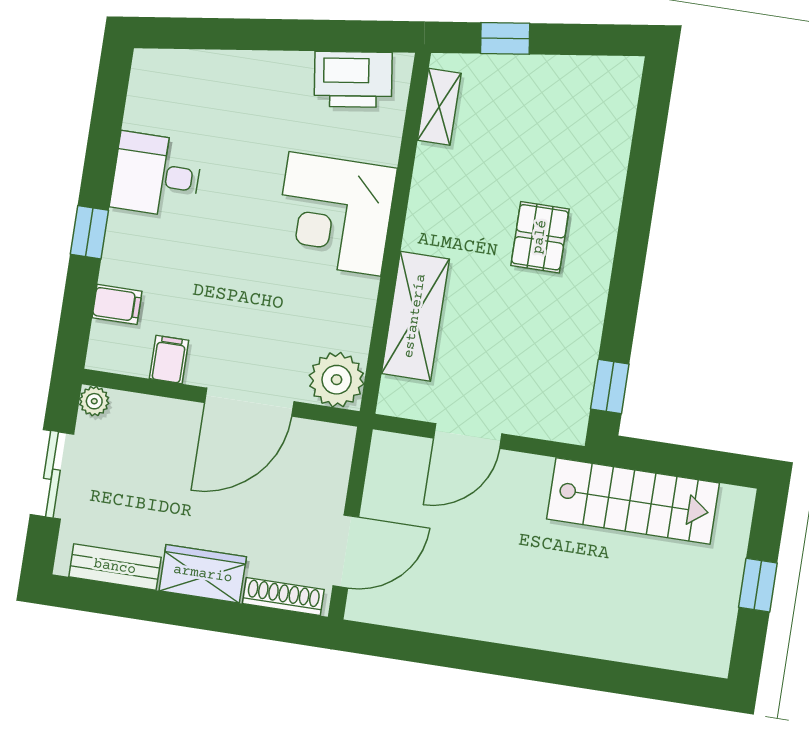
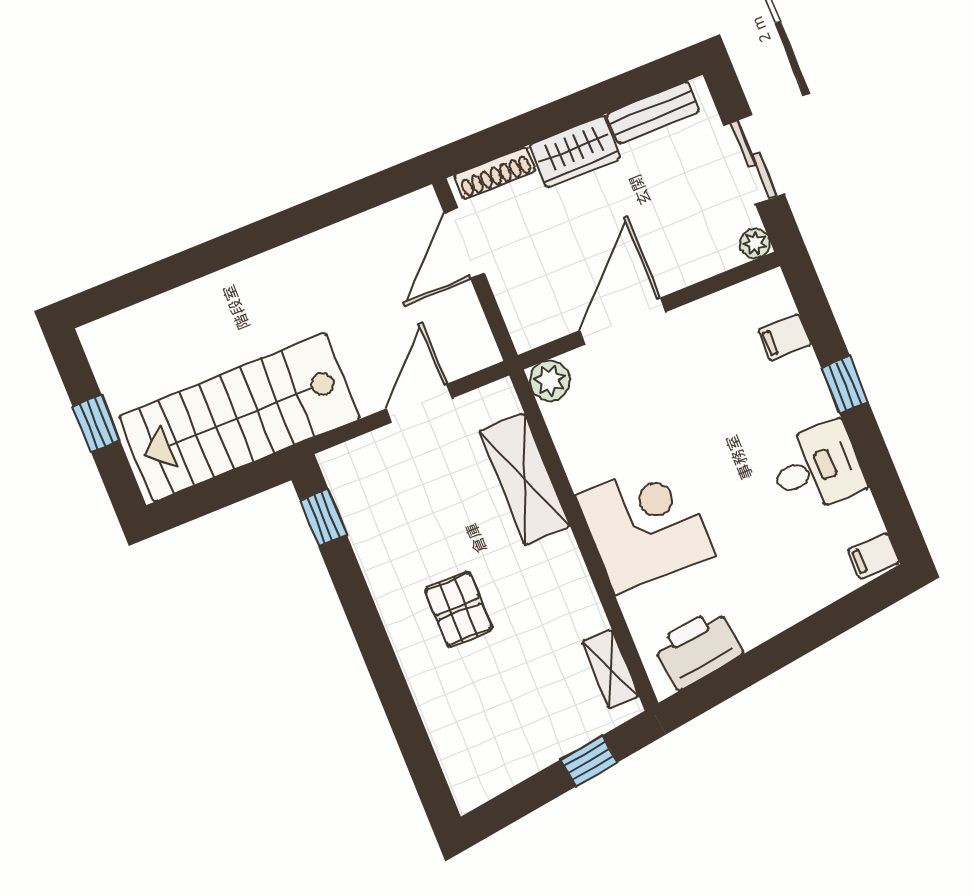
filing cabinet: (169, 359) -> (874, 556), moved, turned 90
plant: (337, 380) -> (550, 381), width x0.73, depth x0.73
stairs: (633, 501) -> (240, 417), width x1.36, depth x1.51

